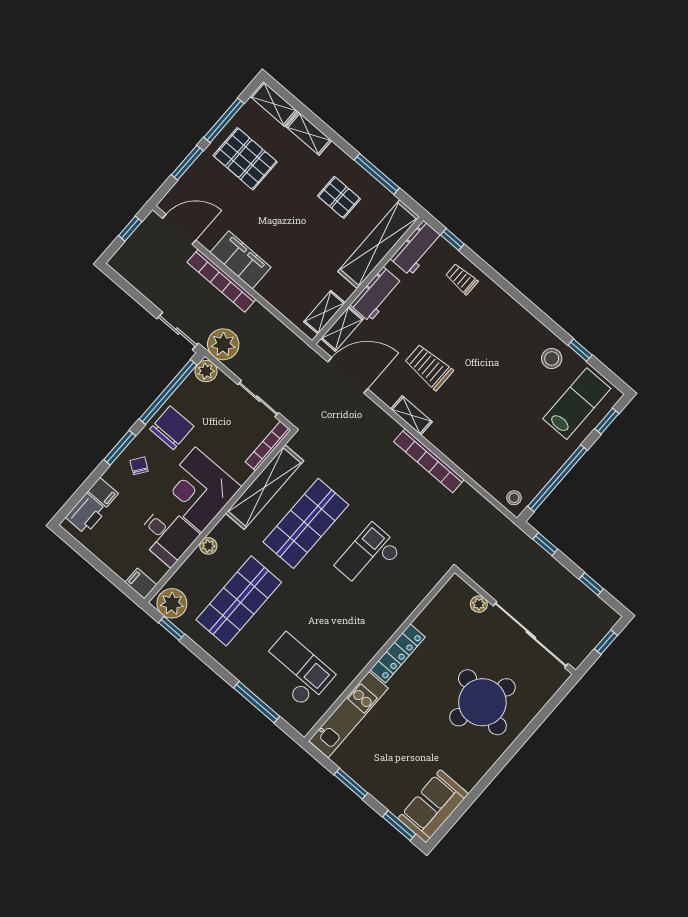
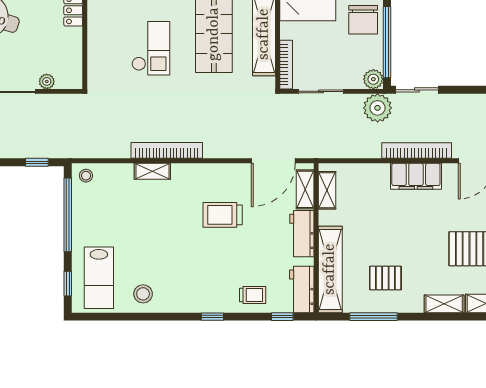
window: (580, 350) -> (212, 317), moved
trolley: (429, 367) -> (223, 215), turned 180
shelving: (412, 415) -> (152, 171), moved

